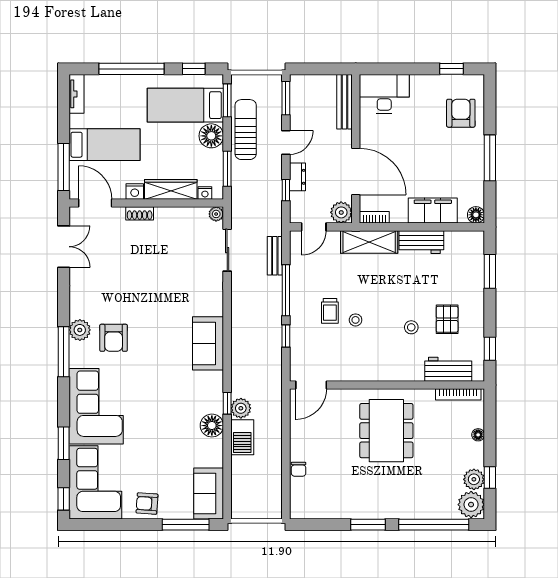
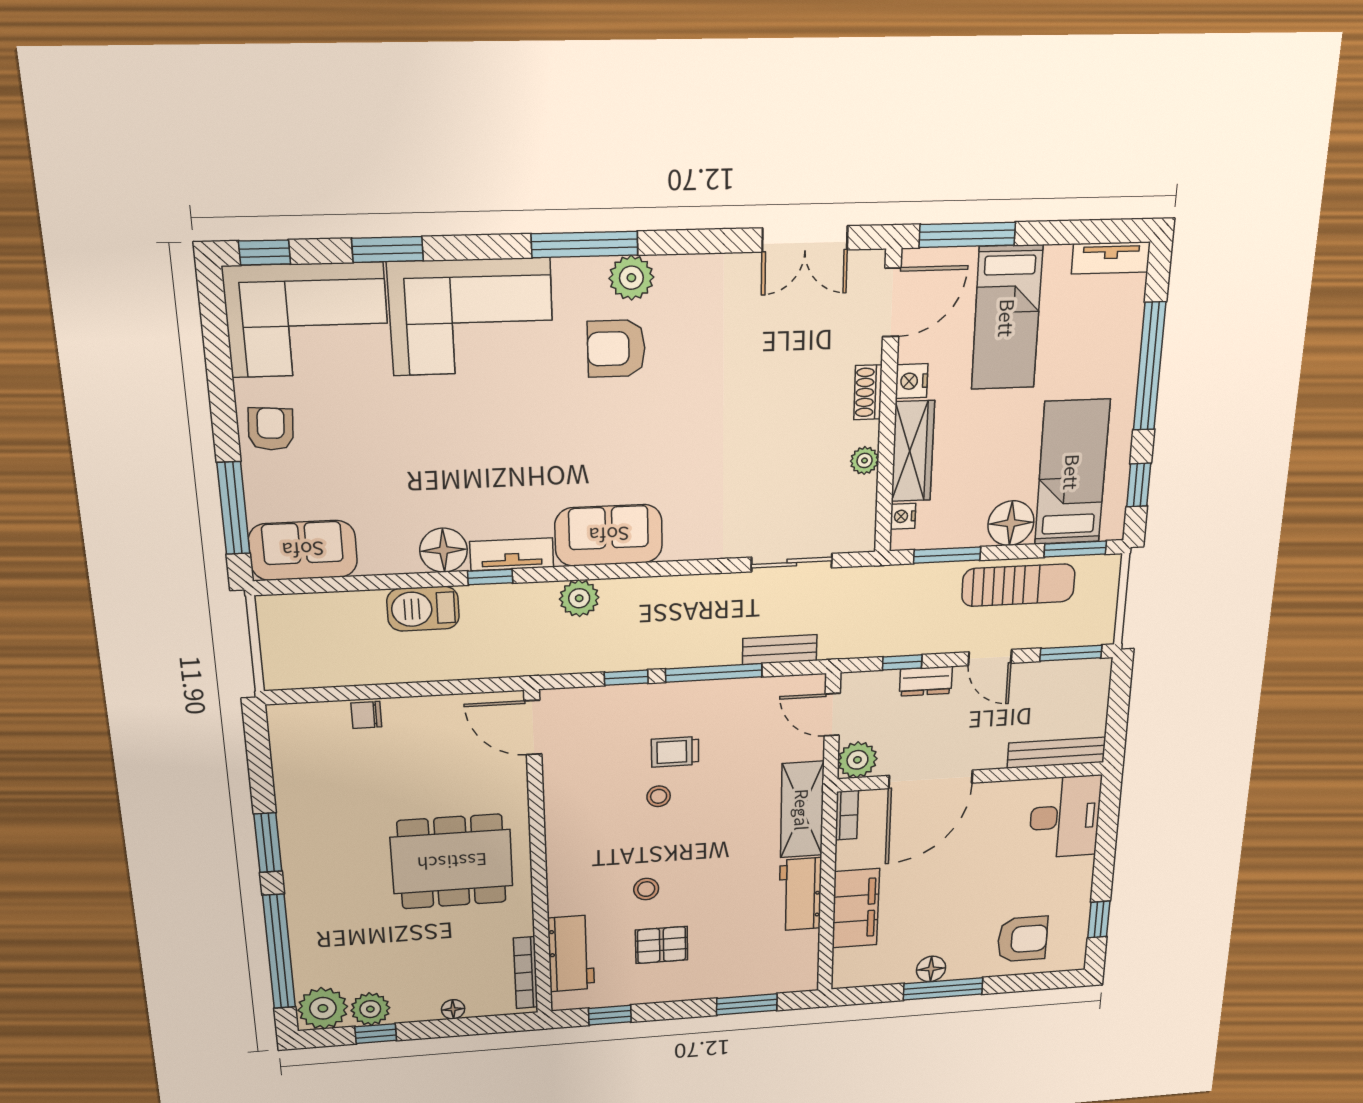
plant: (216, 214) -> (865, 460), moved
floor lamp: (476, 215) -> (931, 969), moved
tv unit: (216, 392) -> (512, 554), added
plant: (241, 408) -> (579, 598), moved

